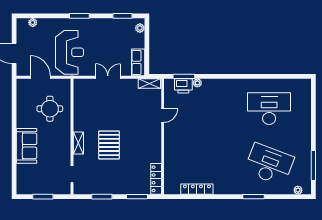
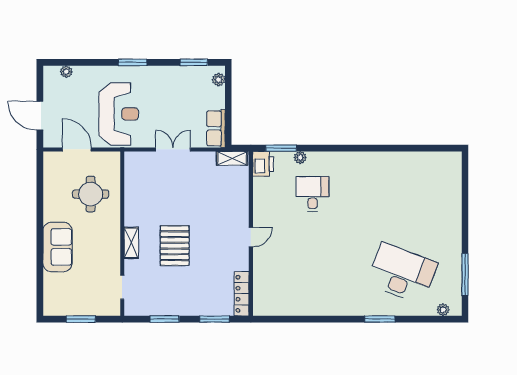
printer: (183, 86) -> (263, 164), moved, turned -90
desk: (269, 109) -> (313, 194), moved, width x0.53, depth x0.77
door: (163, 115) -> (251, 237), moved
locker: (197, 189) -> (300, 308), removed

